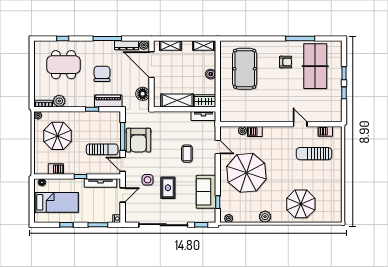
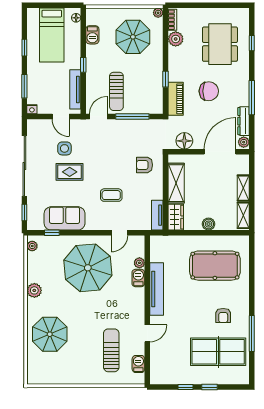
shelving: (170, 46) -> (243, 188), moved
tv unit: (264, 116) -> (157, 289), added
armchair: (138, 140) -> (144, 165), moved, width x0.53, depth x0.53
side table: (148, 180) -> (64, 148), moved

